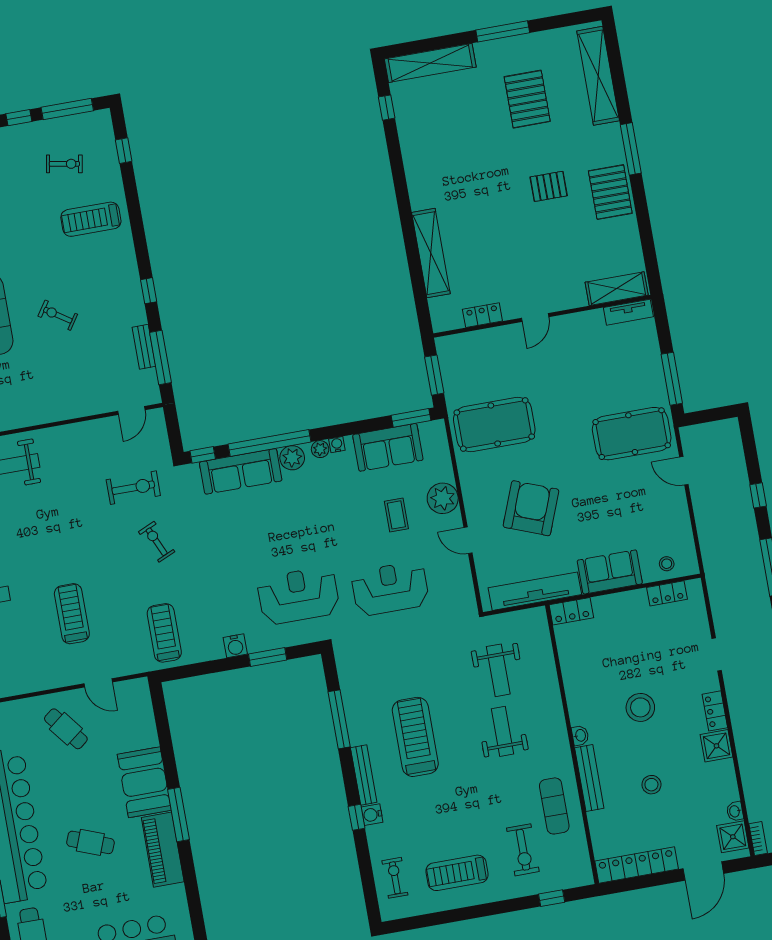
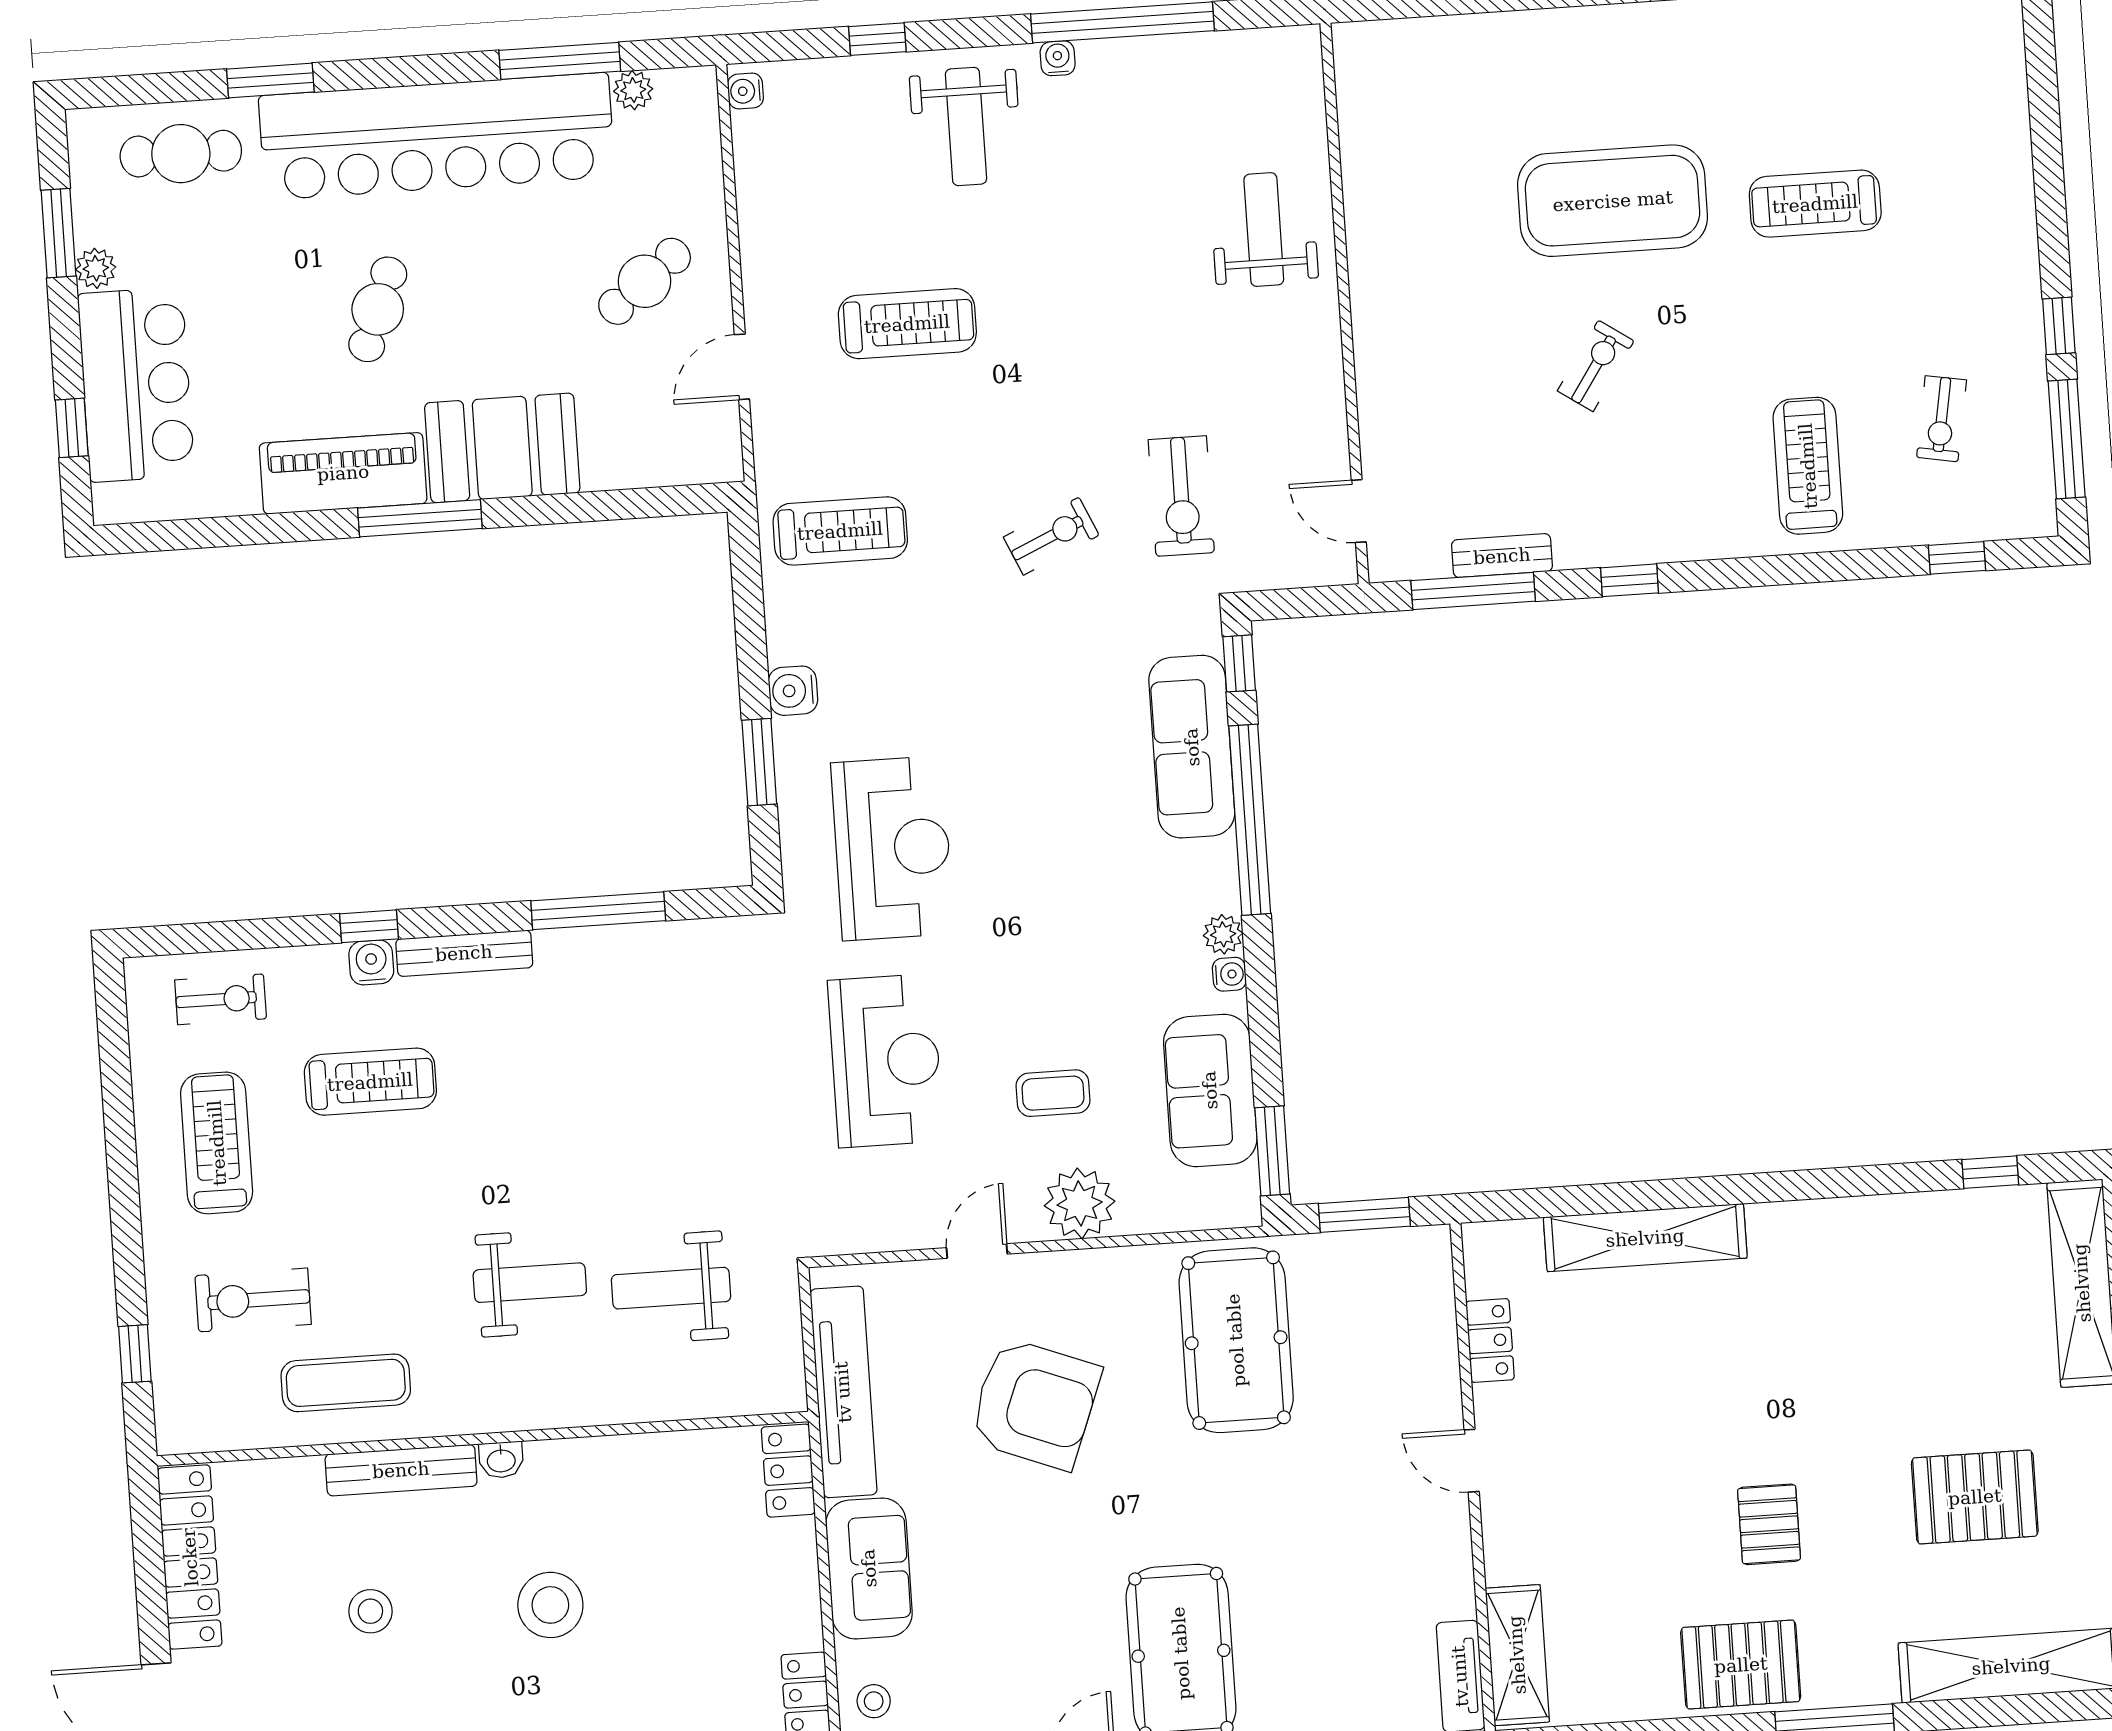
plant: (292, 458) -> (1210, 868), removed
treadmill: (415, 737) -> (370, 1082), moved, width x0.73, depth x0.73

